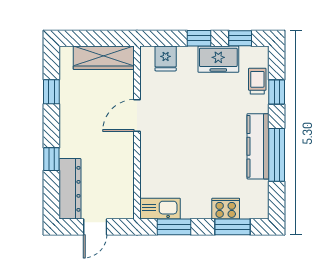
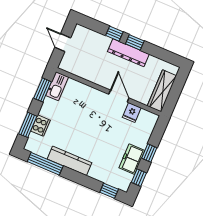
fridge: (166, 58) -> (132, 113), moved, turned -90
trolley: (257, 81) -> (109, 177), removed
window: (51, 92) -> (135, 42), moved
window: (277, 92) -> (109, 191), moved
window: (277, 155) -> (45, 164), moved
dresser: (70, 189) -> (128, 53), moved

